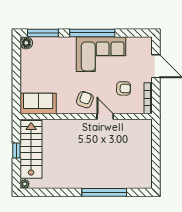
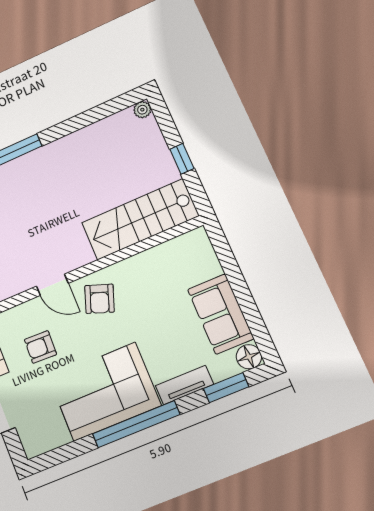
window: (43, 33) -> (226, 388), width x0.69
tv unit: (62, 42) -> (184, 385), added
sofa: (38, 104) -> (221, 314), moved, turned 90
stairs: (31, 149) -> (140, 219), moved, turned 90

